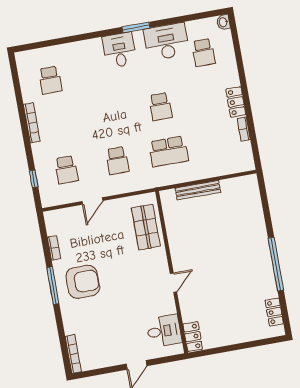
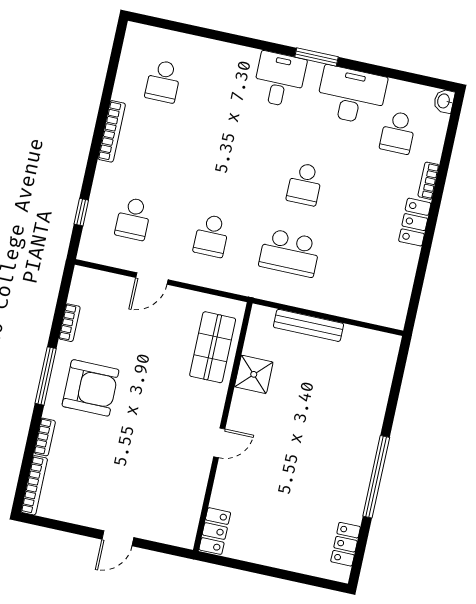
bookcase: (244, 129) -> (429, 181), moved
shower: (177, 233) -> (254, 374), added
bookcase: (67, 322) -> (45, 437), added
desk: (164, 331) -> (177, 506), removed

